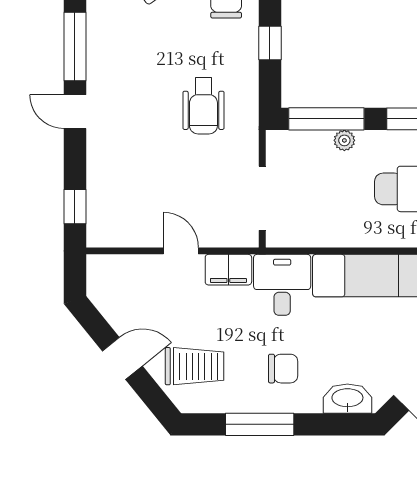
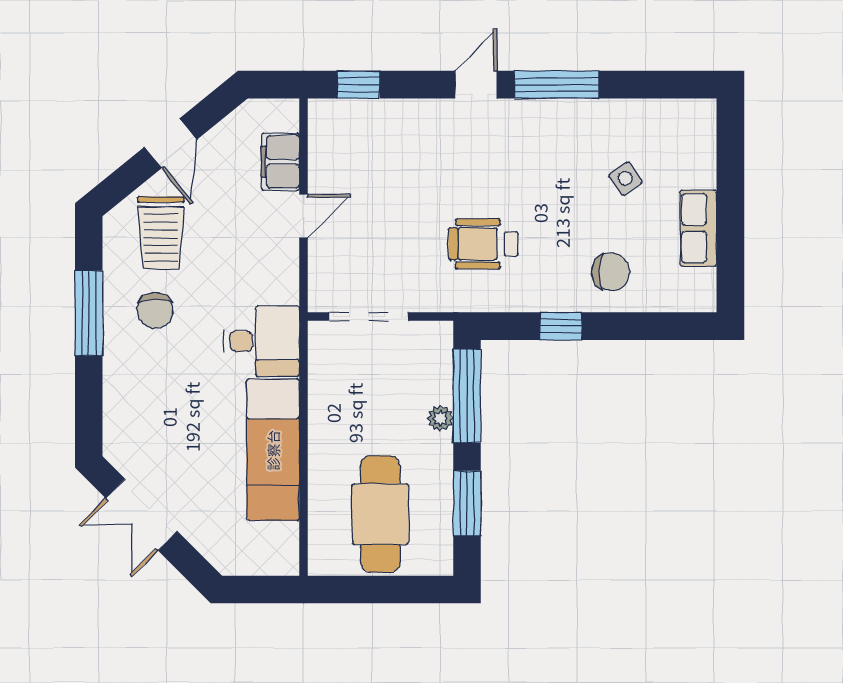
filing cabinet: (228, 270) -> (280, 162), moved
chair: (283, 369) -> (155, 311), moved
washbasin: (347, 399) -> (121, 422), removed

